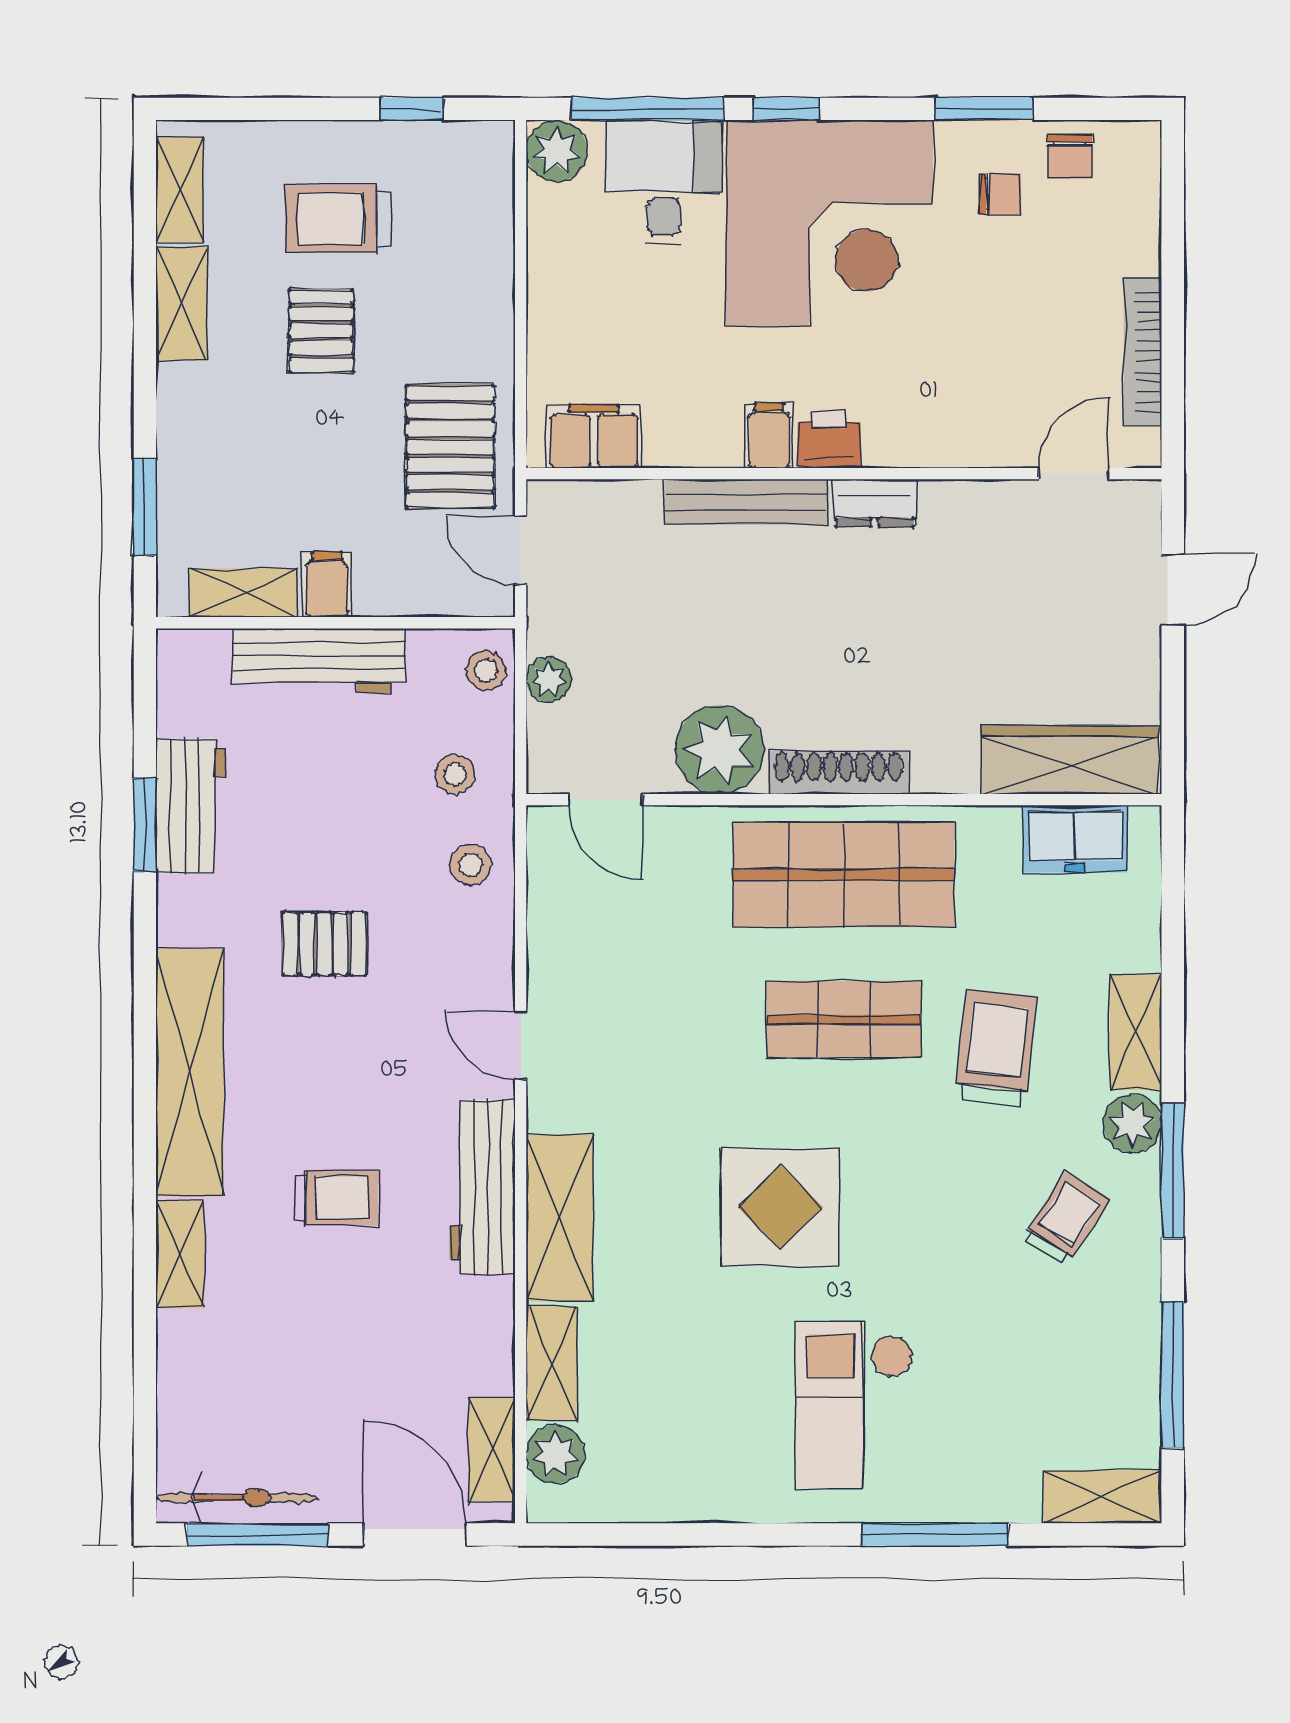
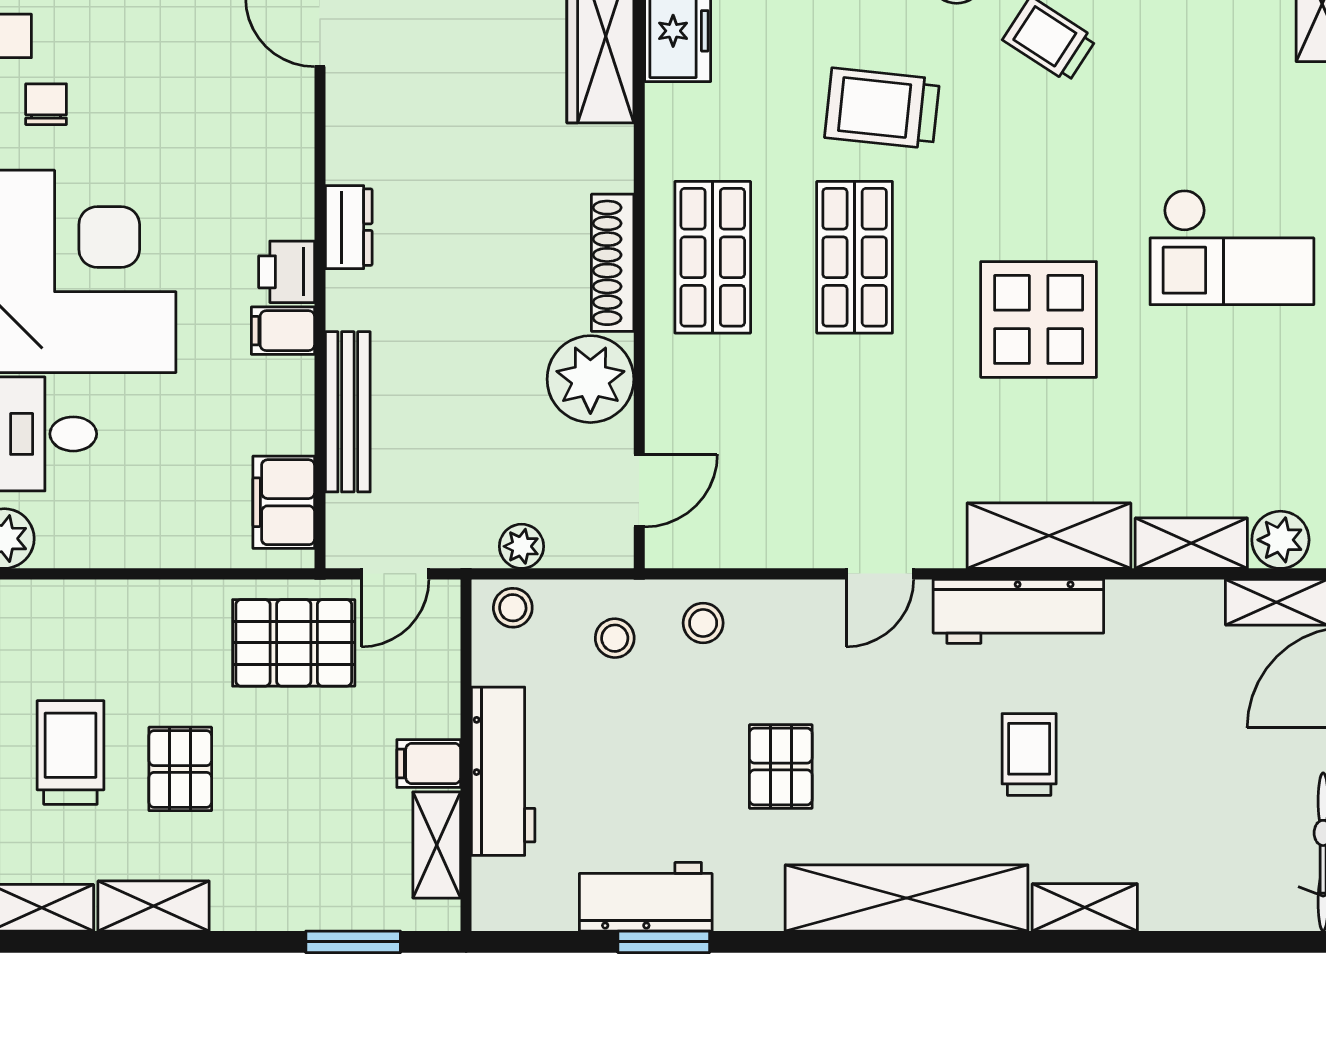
trolley: (338, 219) -> (70, 752), turned 180
pallet: (321, 331) -> (180, 769), turned 90
bench: (746, 502) -> (348, 412), moved
shop shelf: (844, 875) -> (713, 257), width x0.70, depth x0.74

